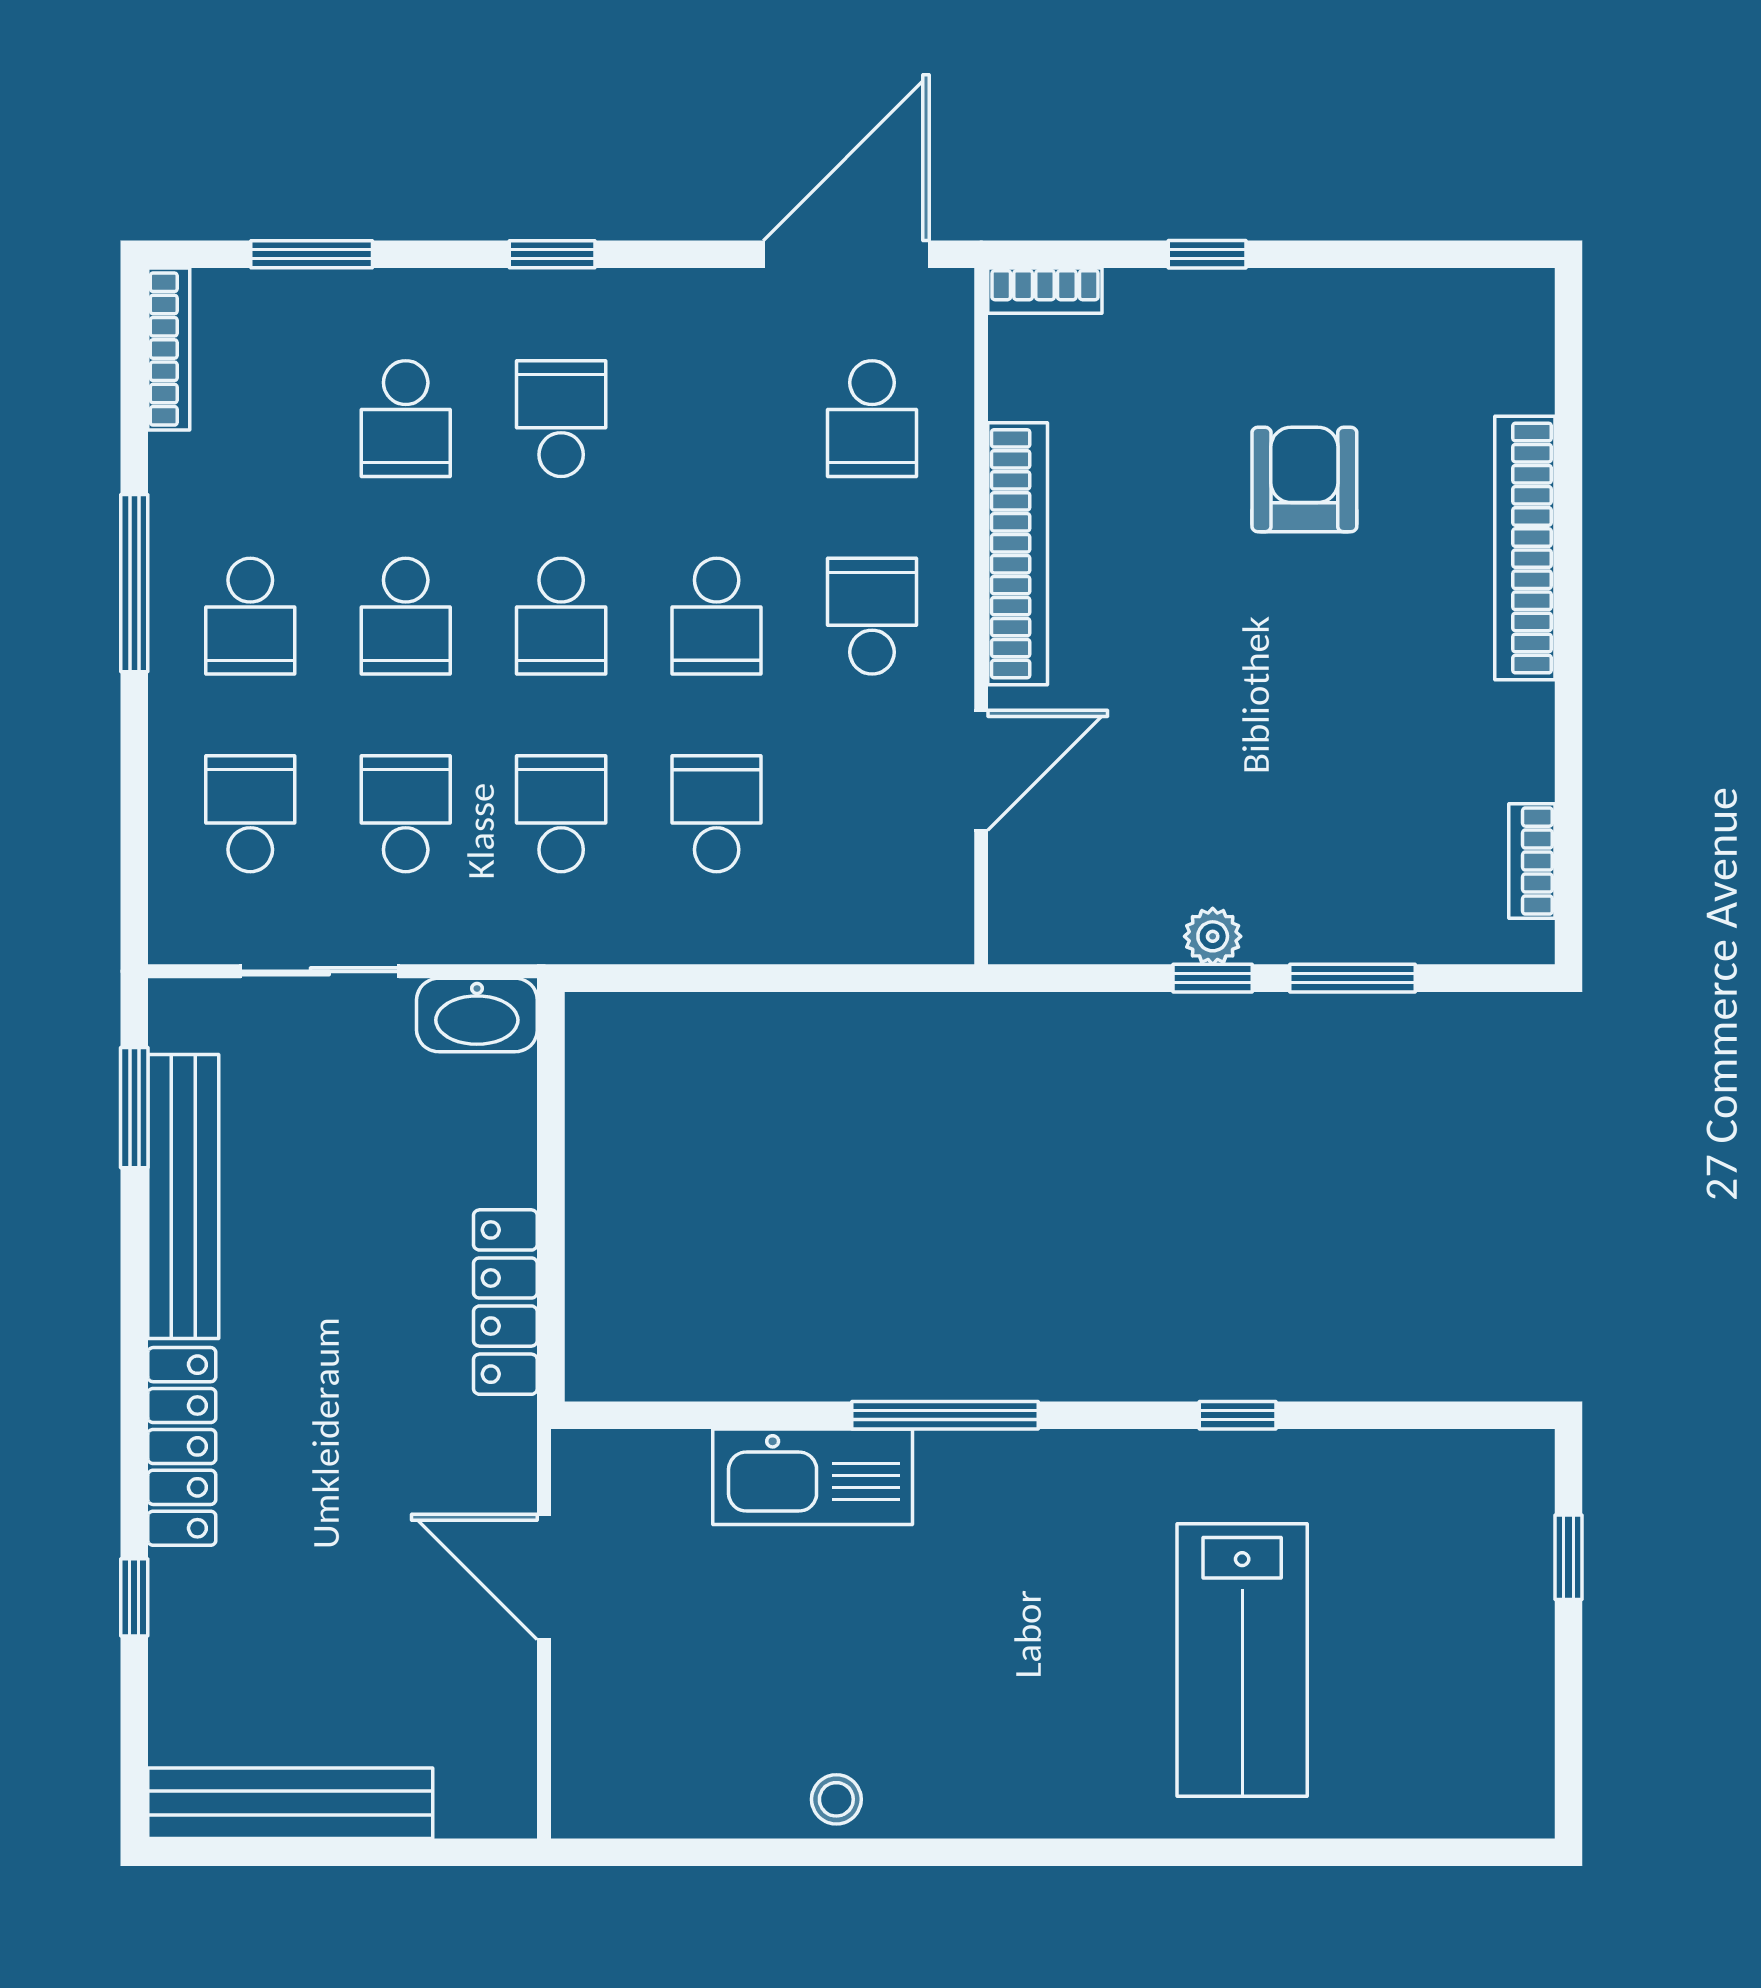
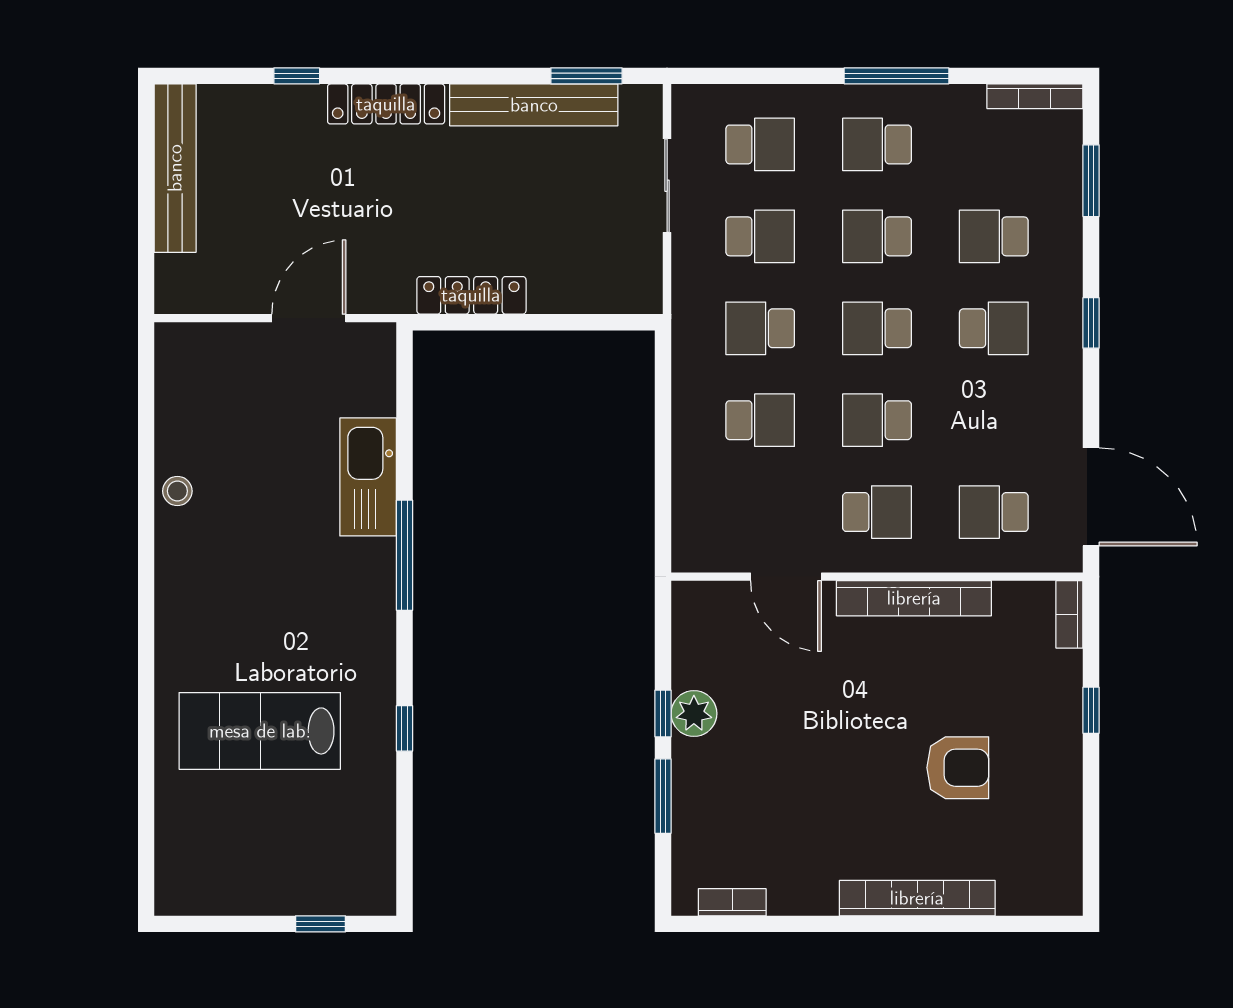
school desk: (561, 814) -> (760, 328), turned 180
plant: (1213, 936) -> (694, 714), width x1.38, depth x1.38
washbasin: (477, 1015) -> (641, 279), removed

